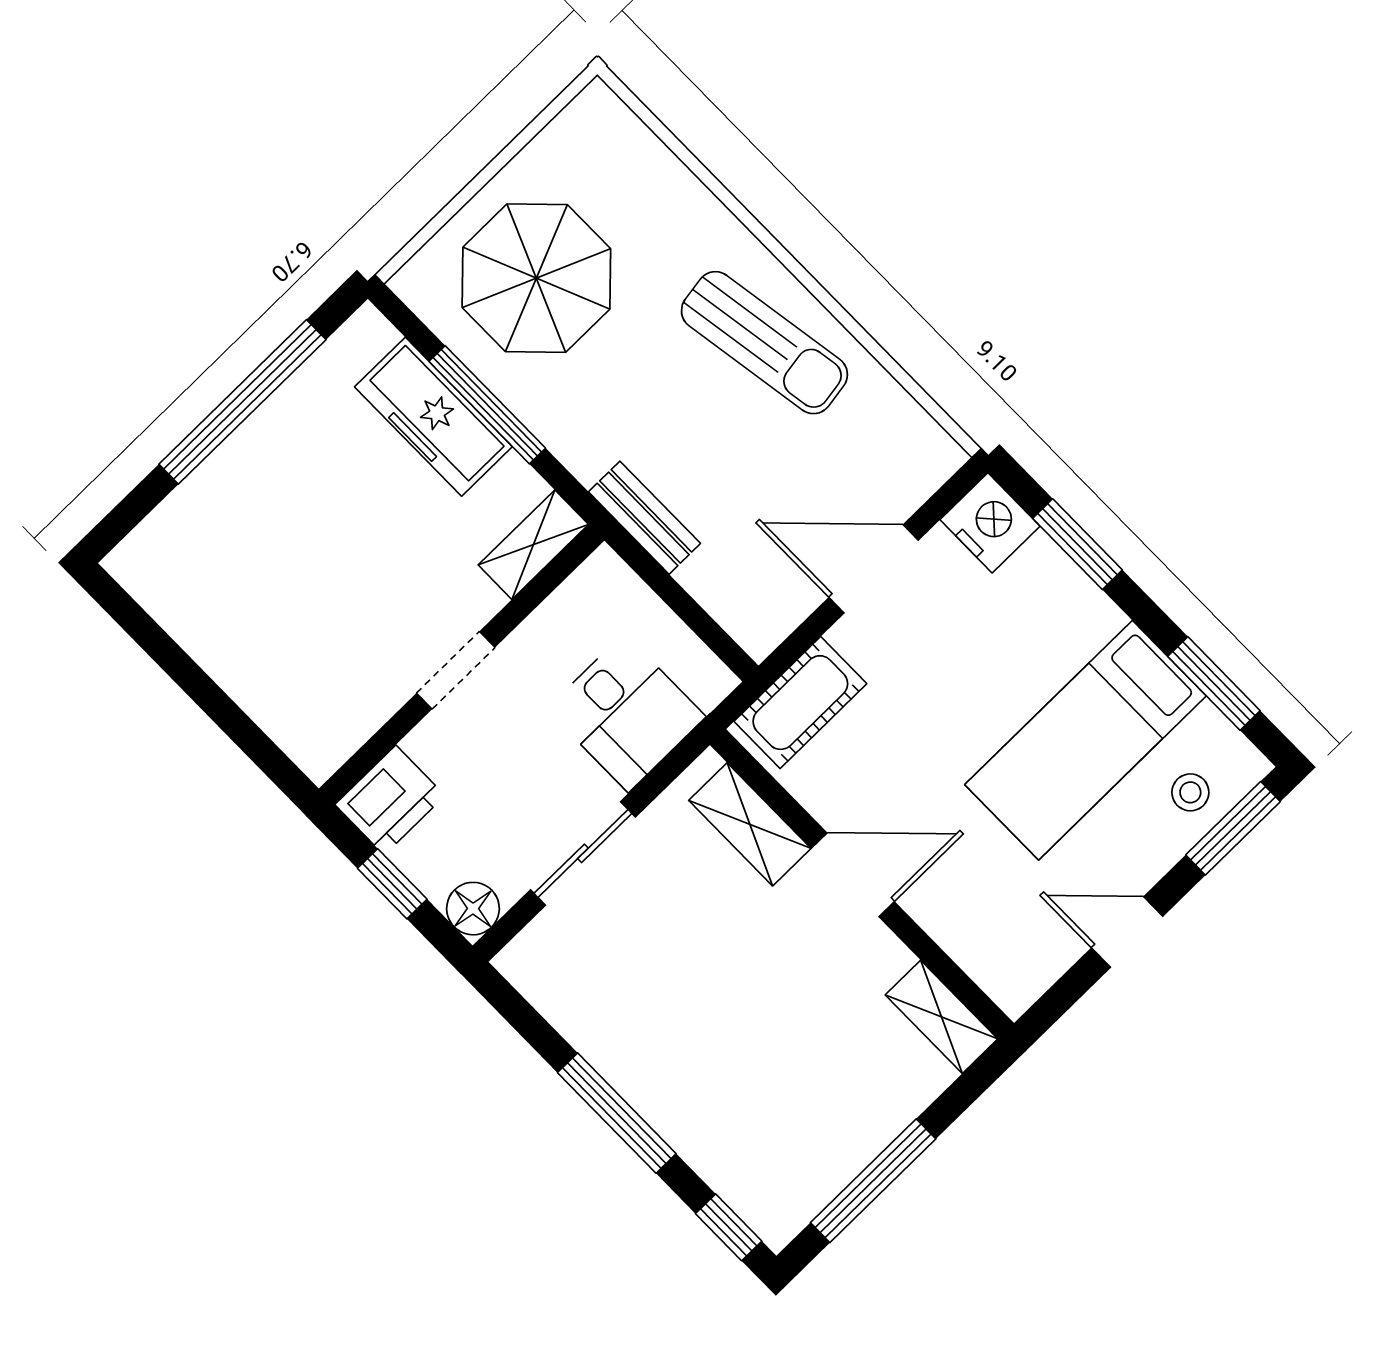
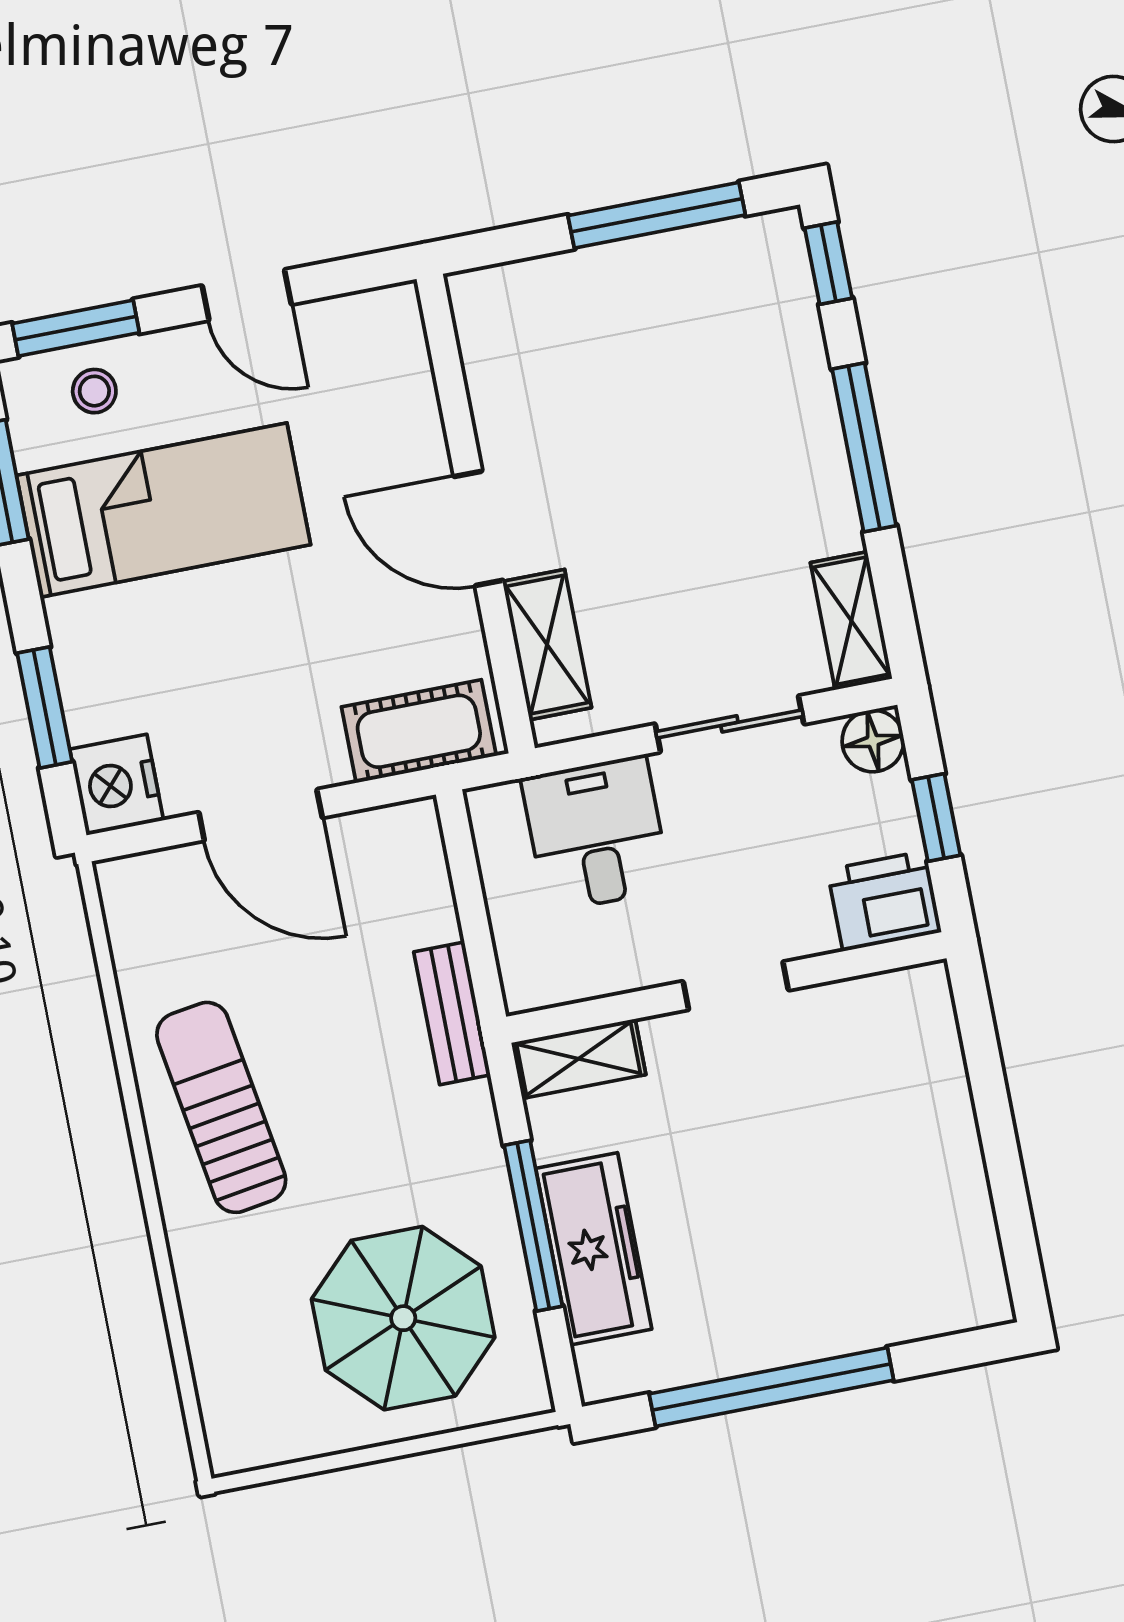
shelving: (941, 1017) -> (851, 621), moved

